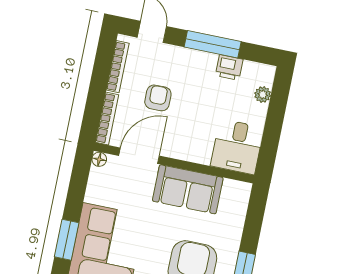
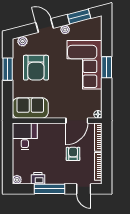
plant: (263, 95) -> (17, 180), moved
armchair: (158, 98) -> (73, 154), turned 180
sofa: (188, 189) -> (30, 108), moved

